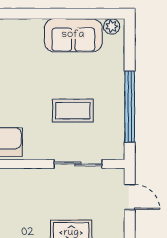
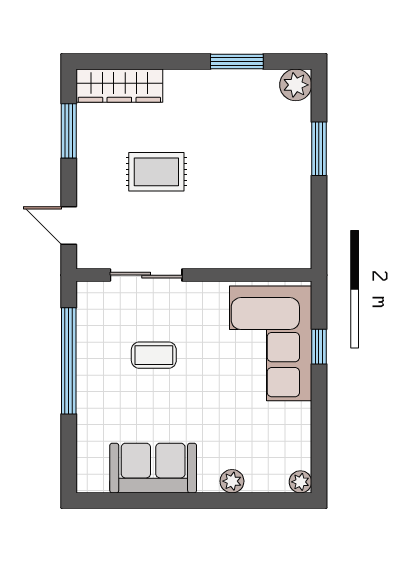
plant: (112, 26) -> (232, 481), moved
coffee table: (73, 111) -> (154, 355), width x0.73, depth x0.77

